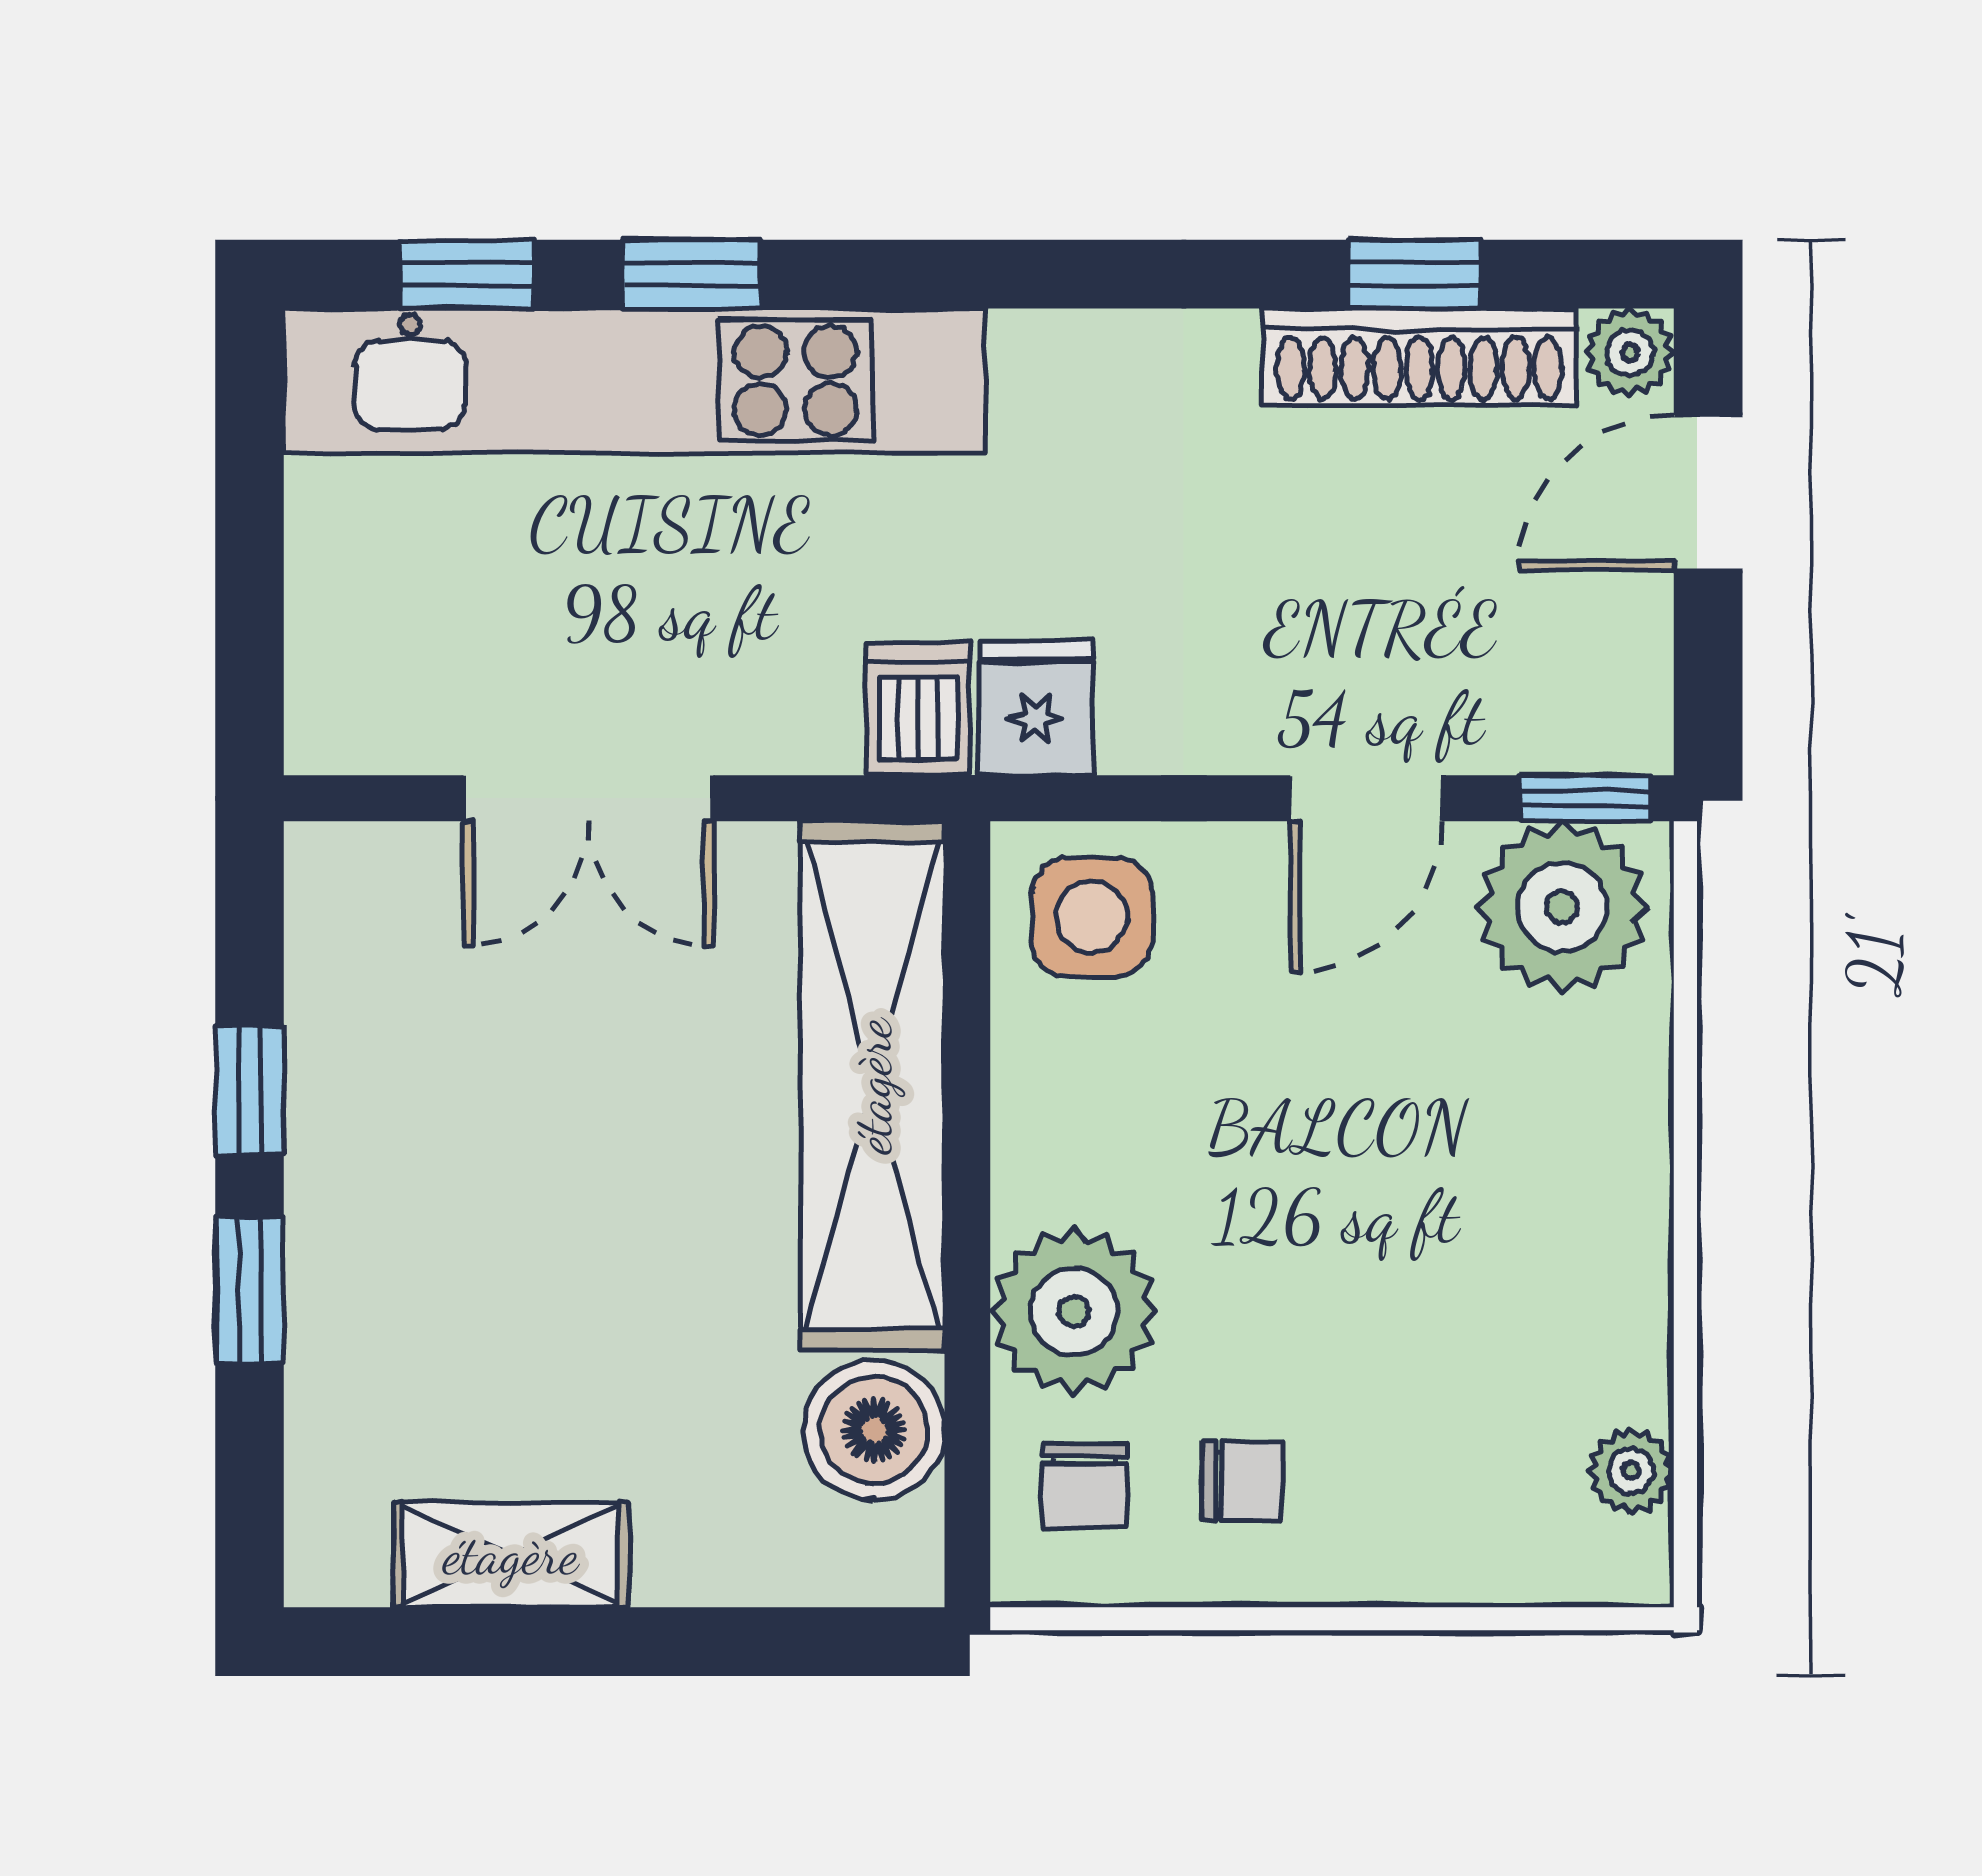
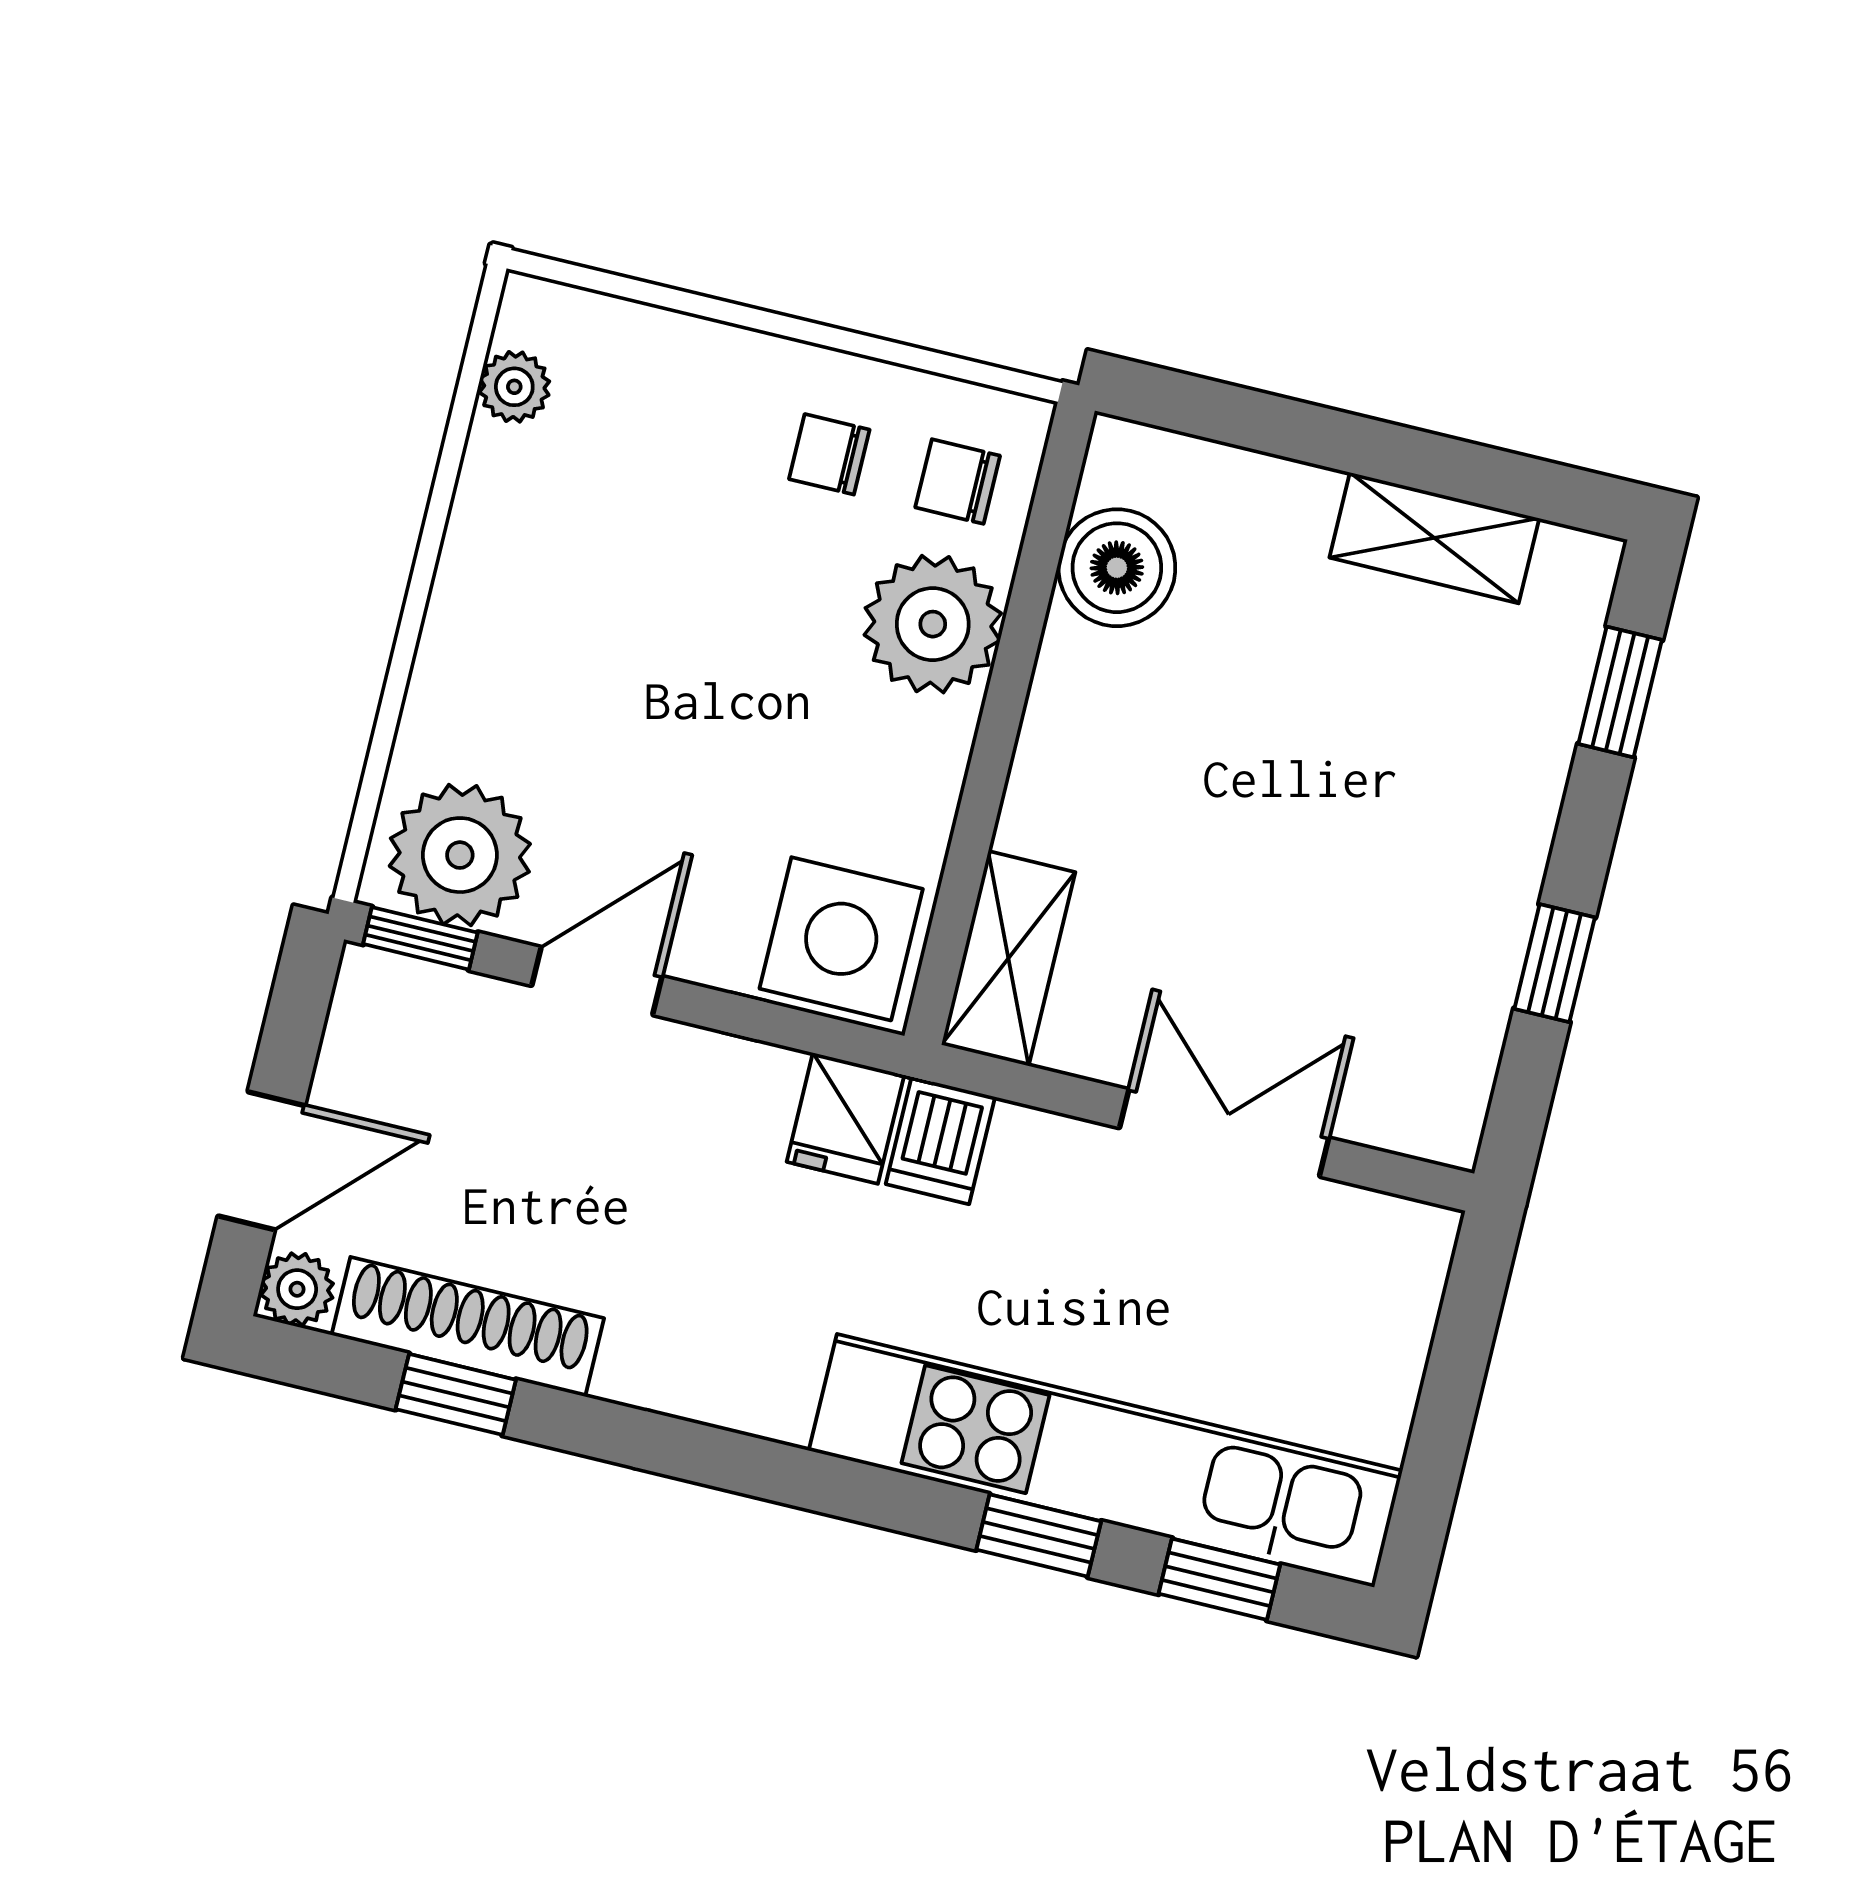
side table: (1092, 917) -> (841, 939), width x1.37, depth x1.37
shelving: (872, 1086) -> (1008, 958), width x0.45, depth x0.75
window: (249, 1290) -> (1620, 692), moved
chair: (1085, 1486) -> (958, 482), turned -90

